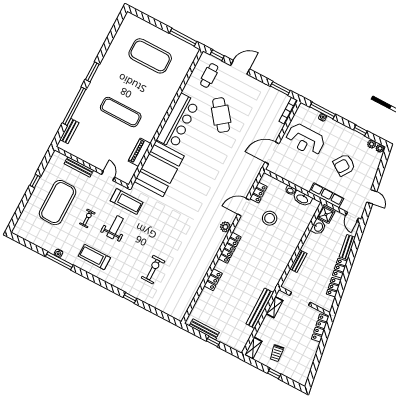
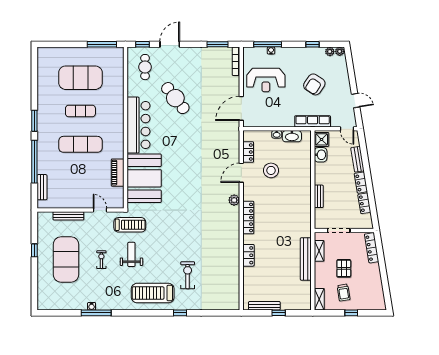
exercise mat: (135, 84) -> (80, 111), added
treadmill: (94, 257) -> (153, 293), moved, width x1.37, depth x1.38
pallet: (288, 333) -> (344, 268), added

